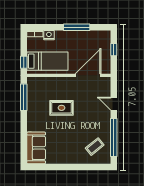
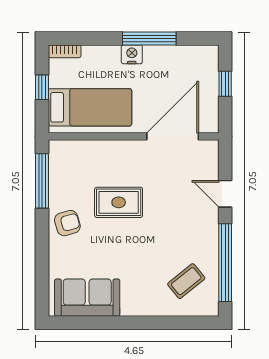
nightstand: (49, 35) -> (132, 54), moved
window: (24, 62) -> (42, 87), moved
armchair: (36, 118) -> (67, 223), added
sofa: (36, 148) -> (87, 298), moved, turned -90

